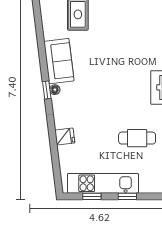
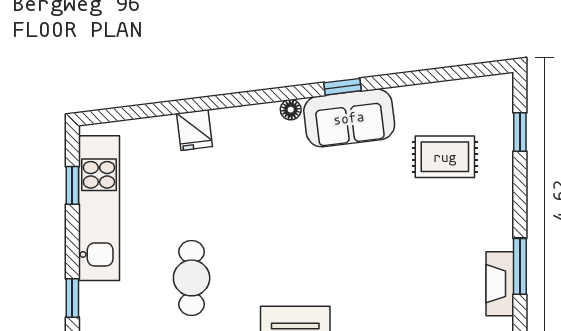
window: (47, 90) -> (343, 87), moved
window: (127, 196) -> (72, 298), moved

